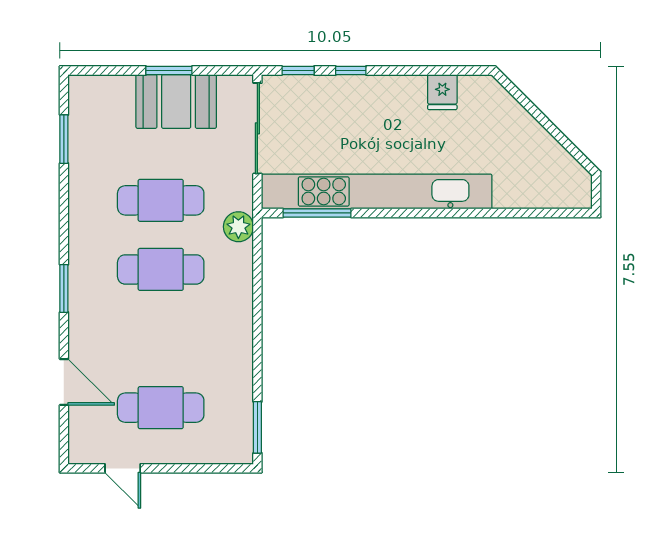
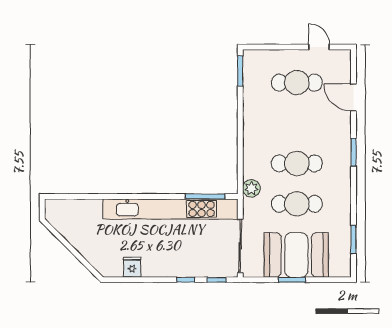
booth: (176, 101) -> (296, 255), width x1.36, depth x1.42

